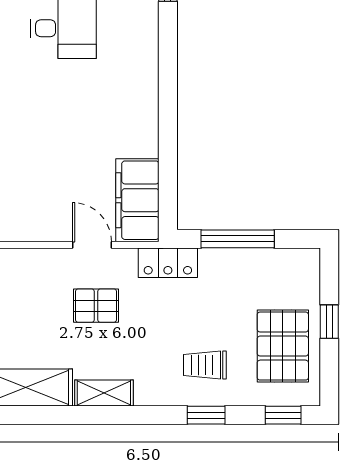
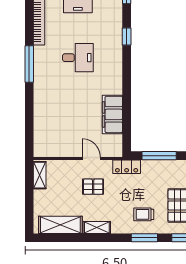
filing cabinet: (137, 200) -> (112, 114), moved
window: (206, 415) -> (144, 238), width x1.50

